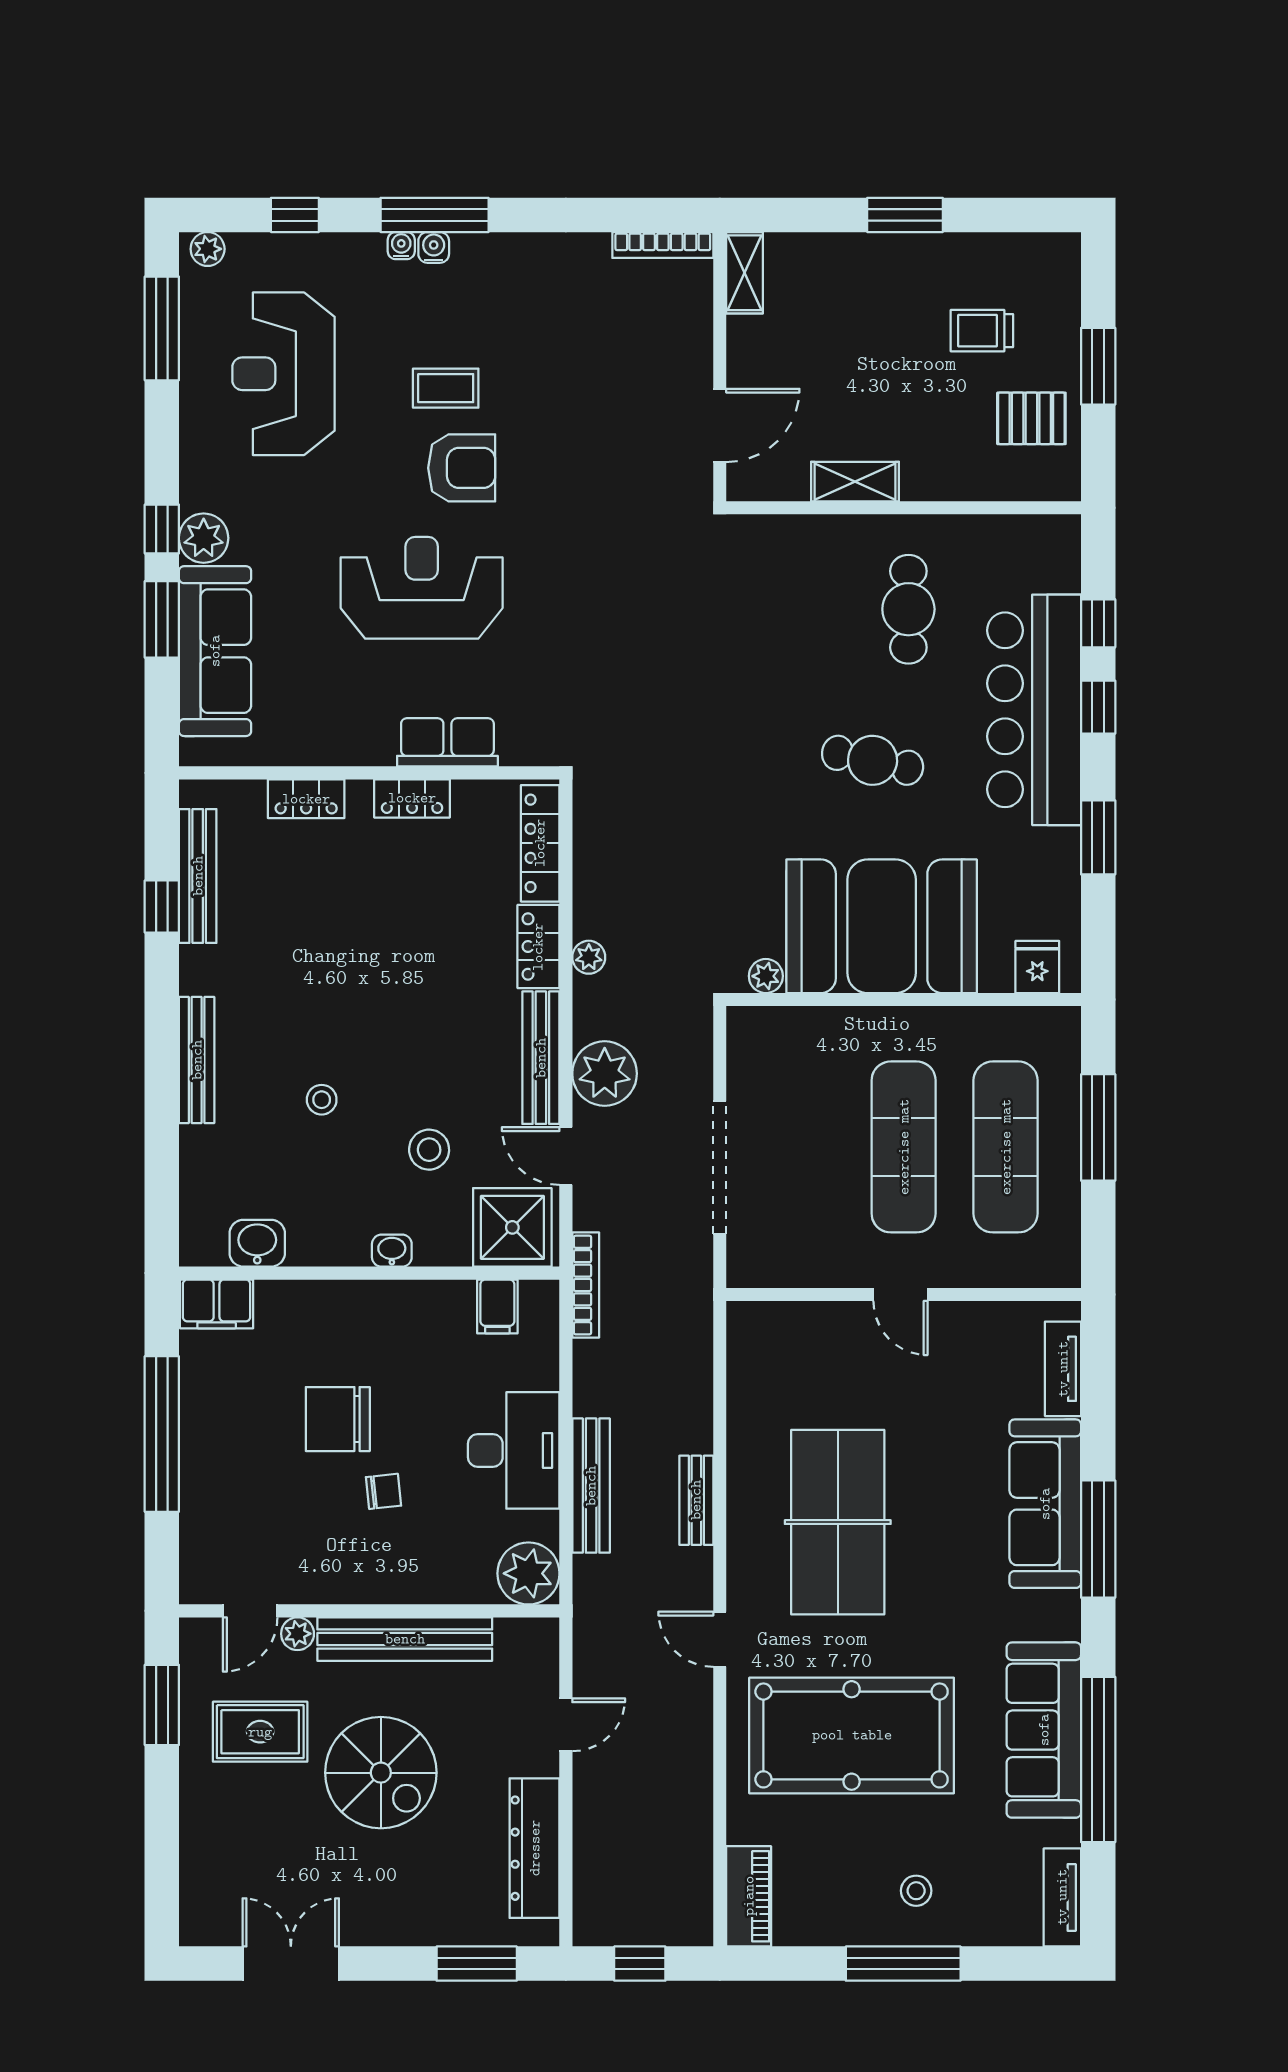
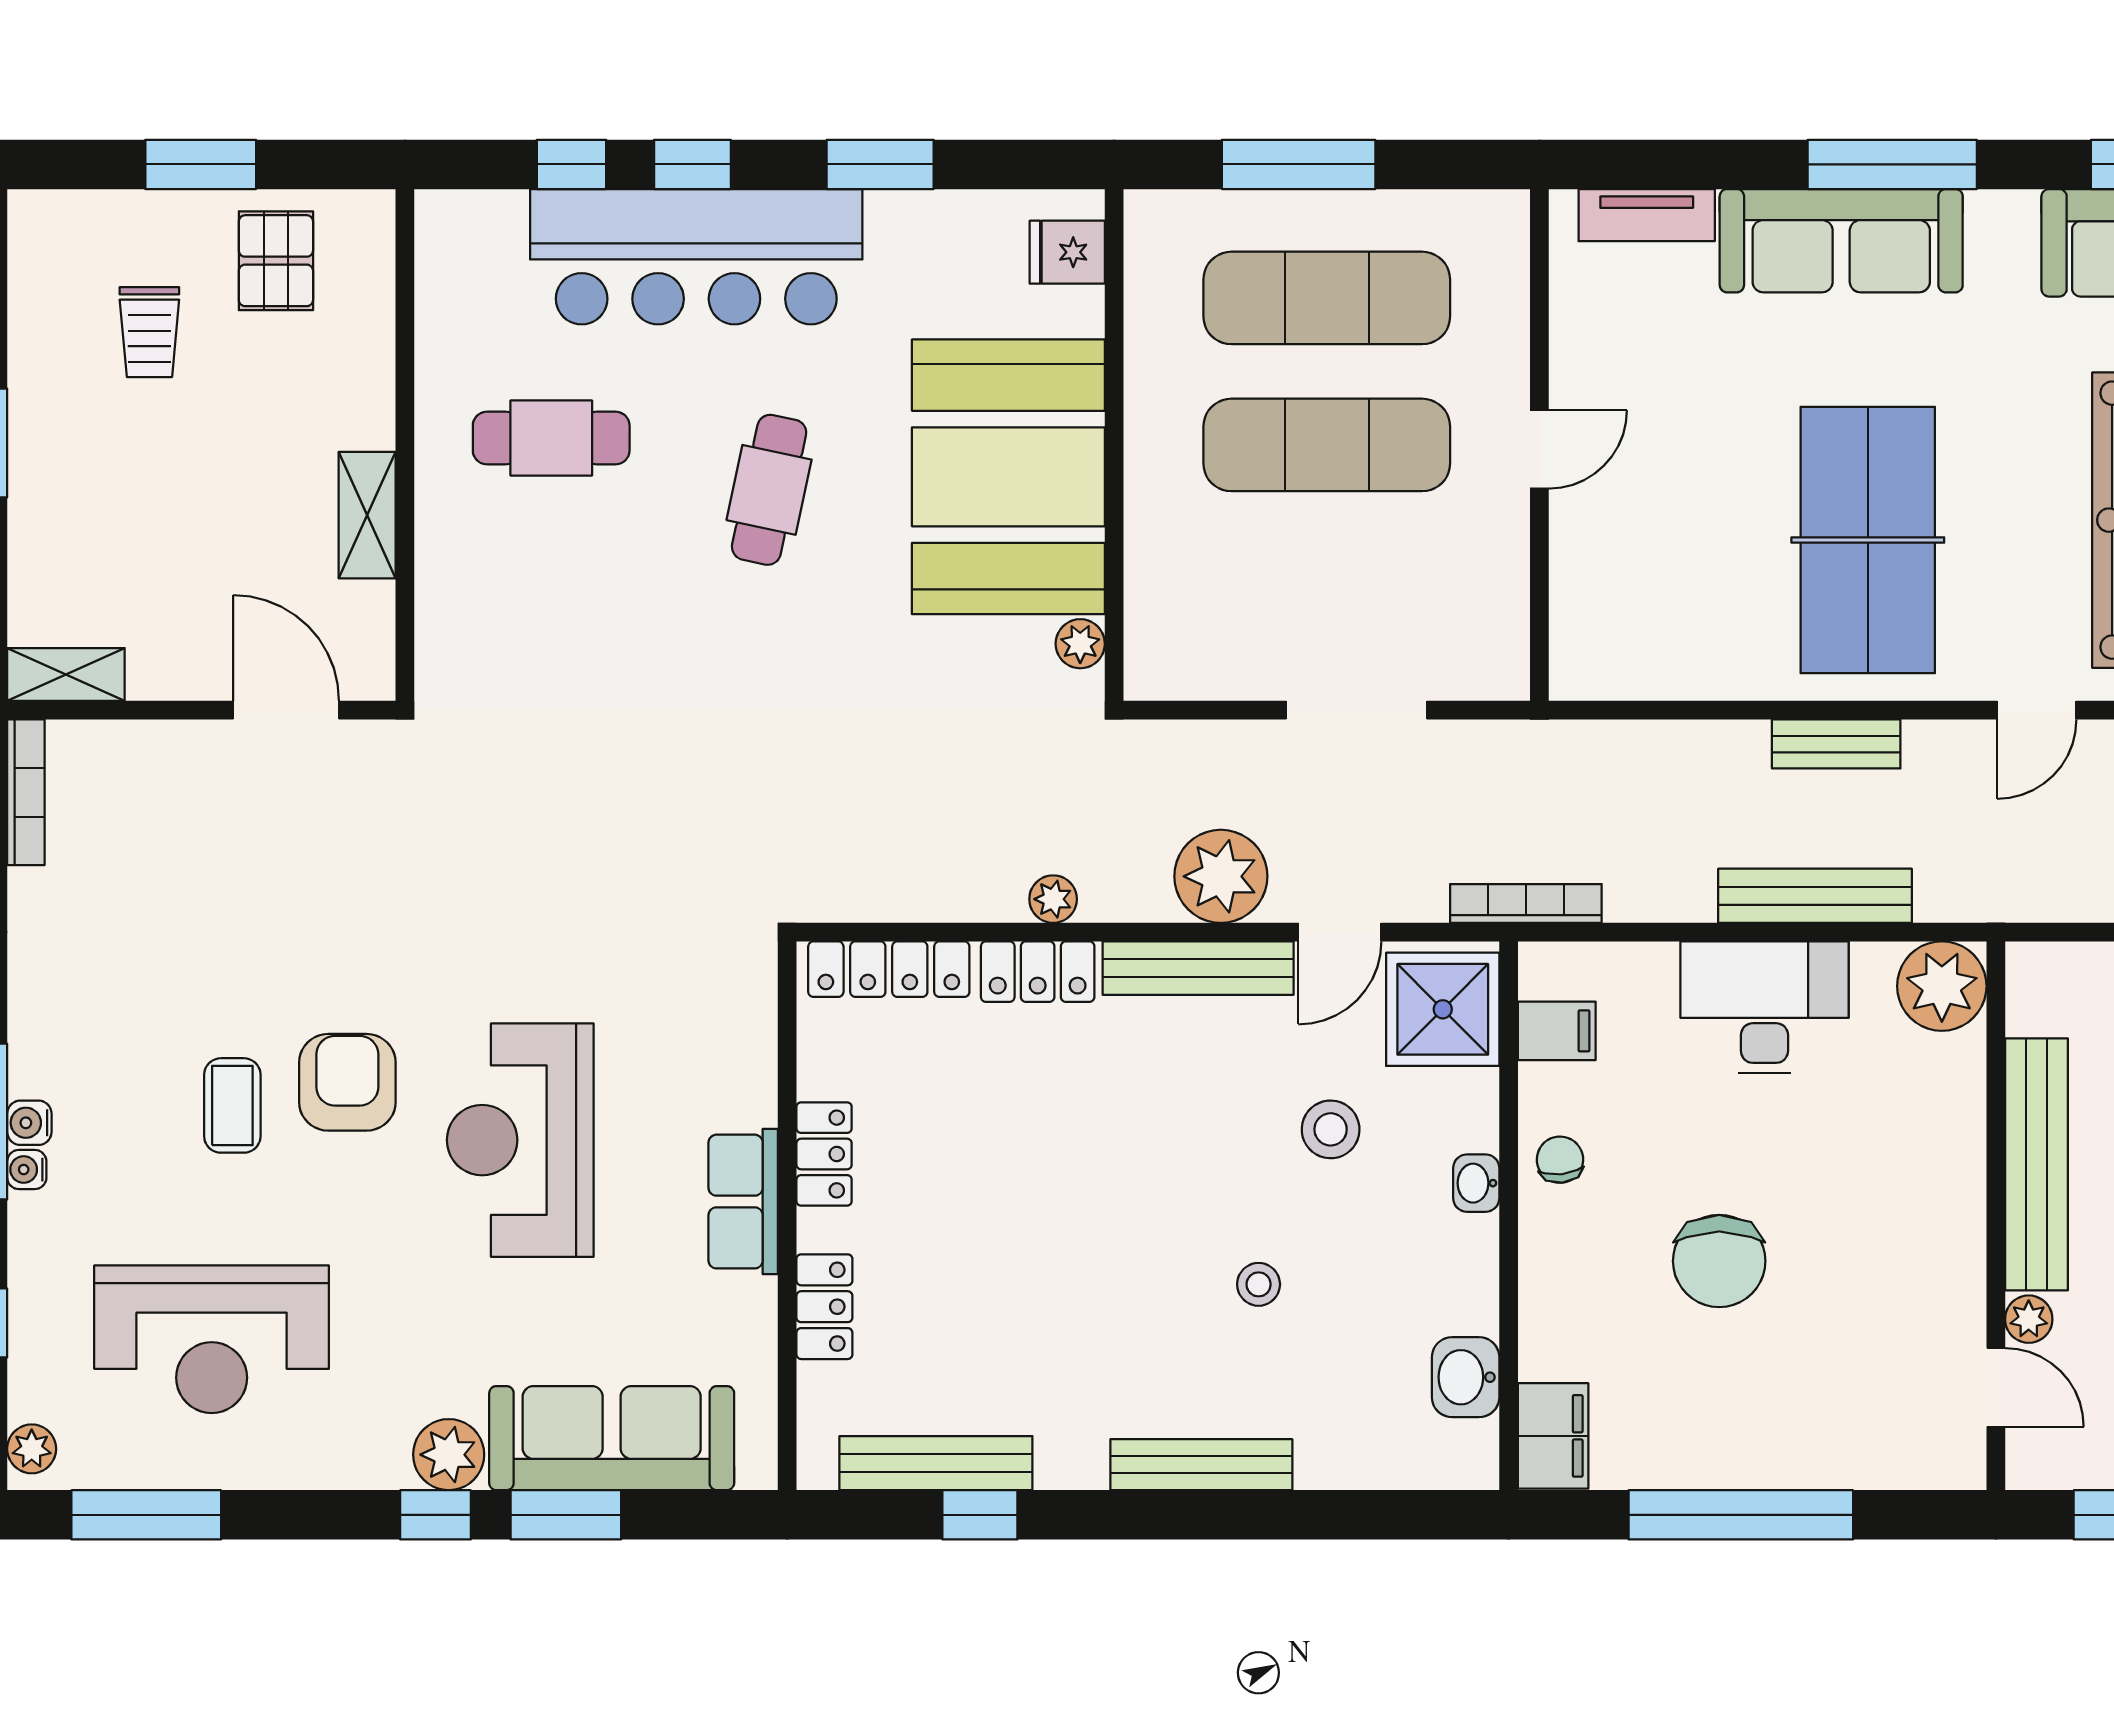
row of seats: (447, 742) -> (743, 1202), moved
doorway: (720, 1168) -> (1357, 710), width x0.73
chair: (383, 1491) -> (1560, 1160), moved
table tennis table: (838, 1522) -> (1868, 540), turned 90

